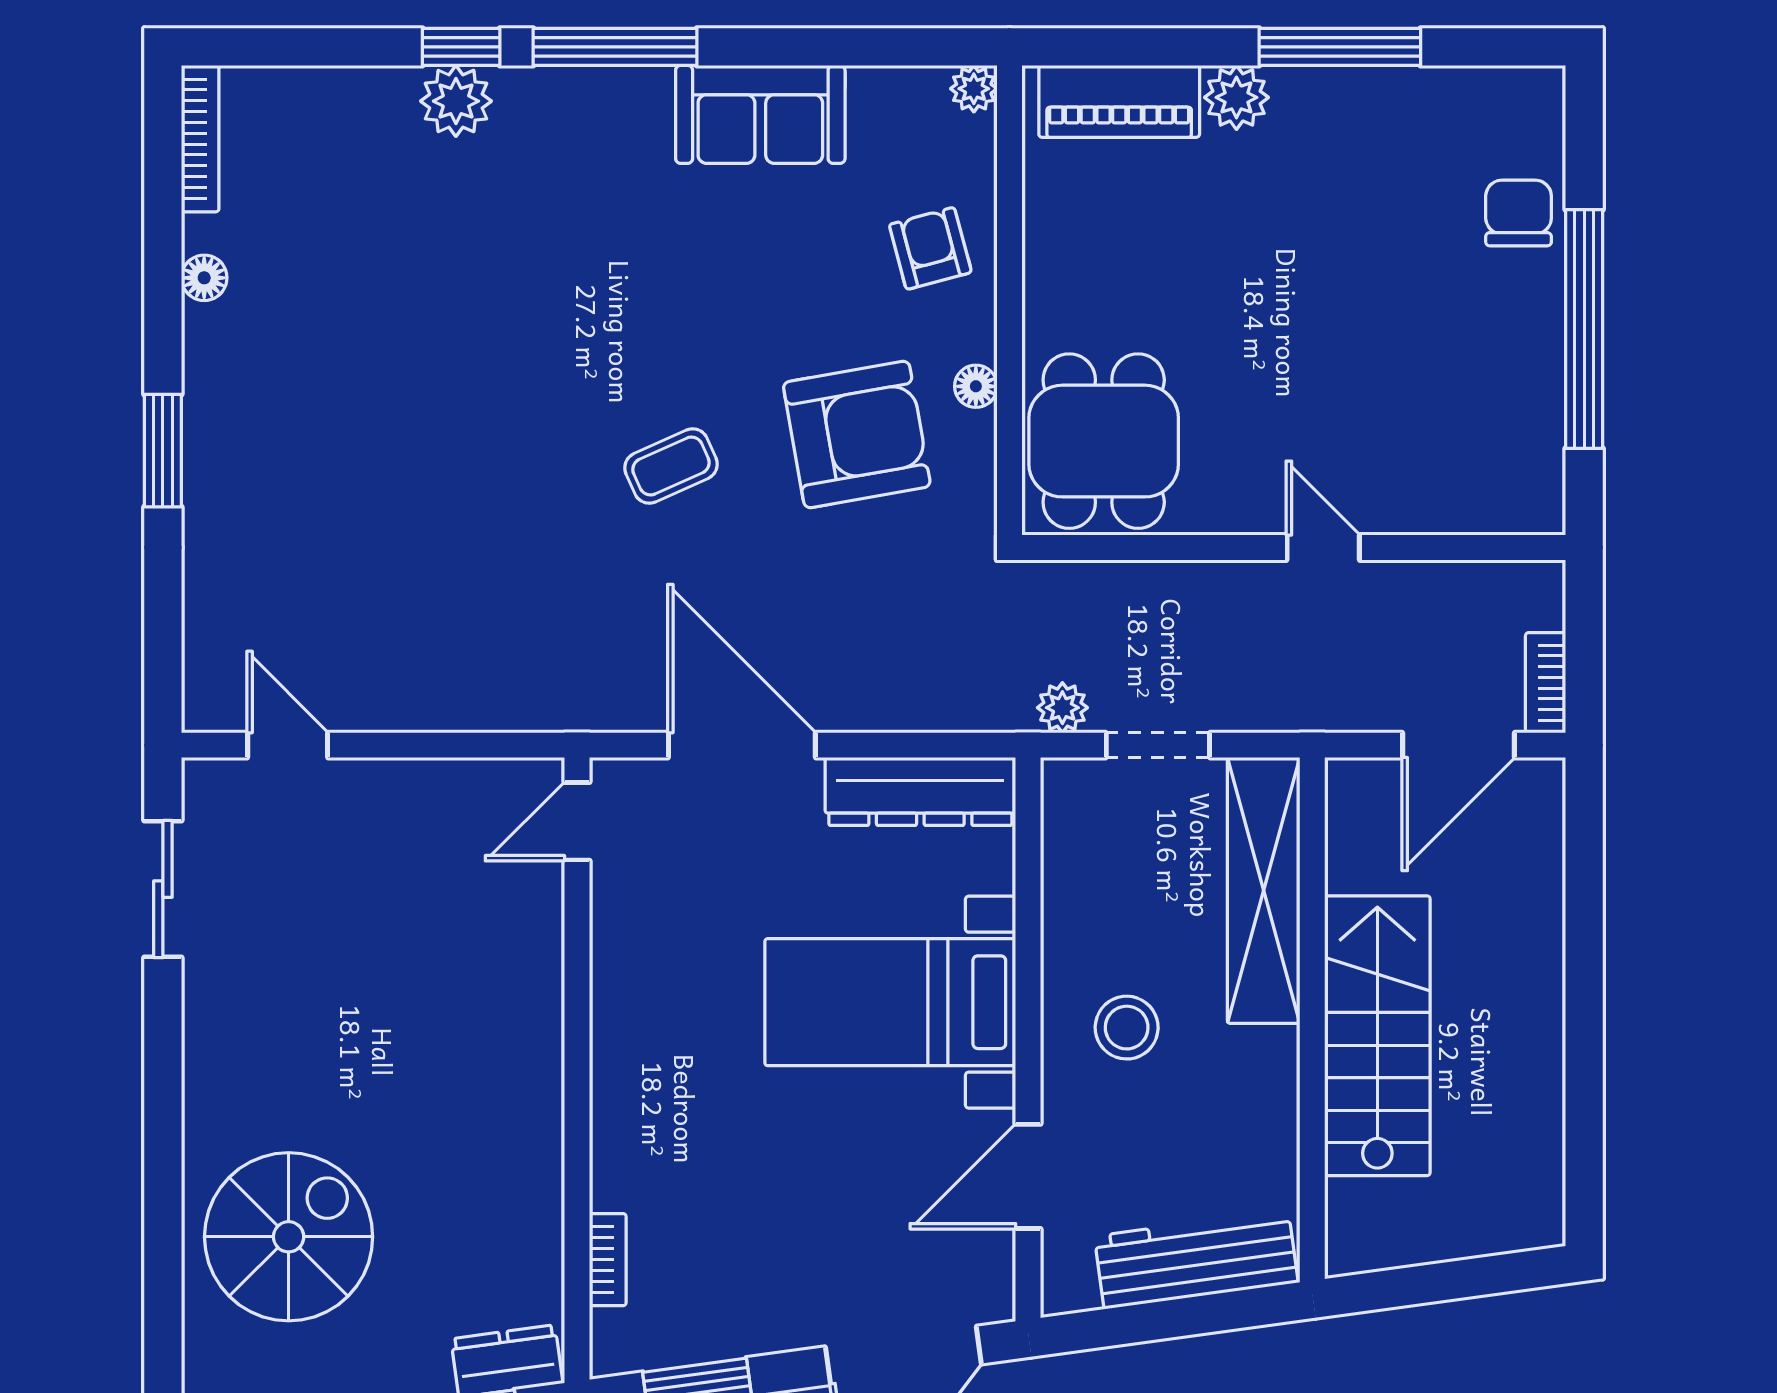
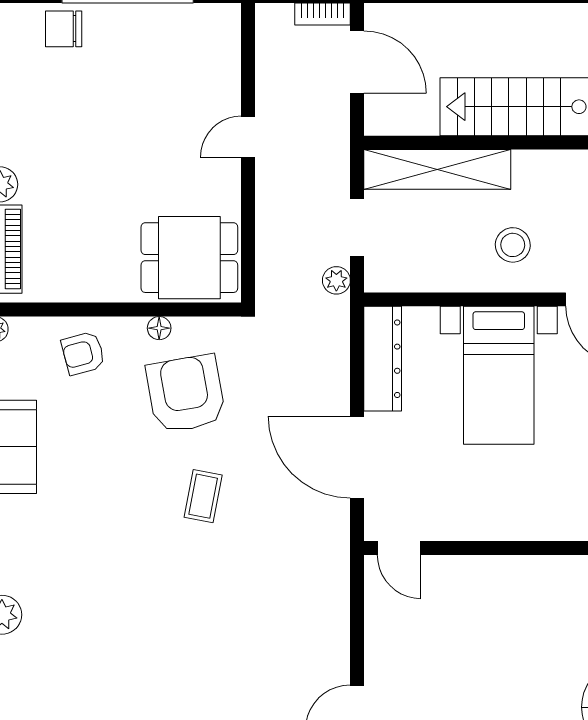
coffee table: (671, 466) -> (203, 496), turned 35
door: (742, 745) -> (357, 457), hinge flipped

